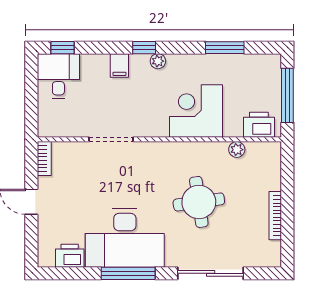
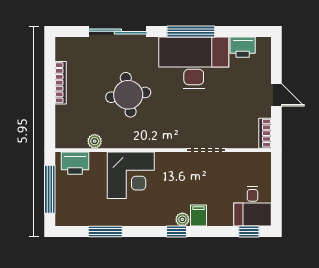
plant: (158, 61) -> (182, 219), moved

